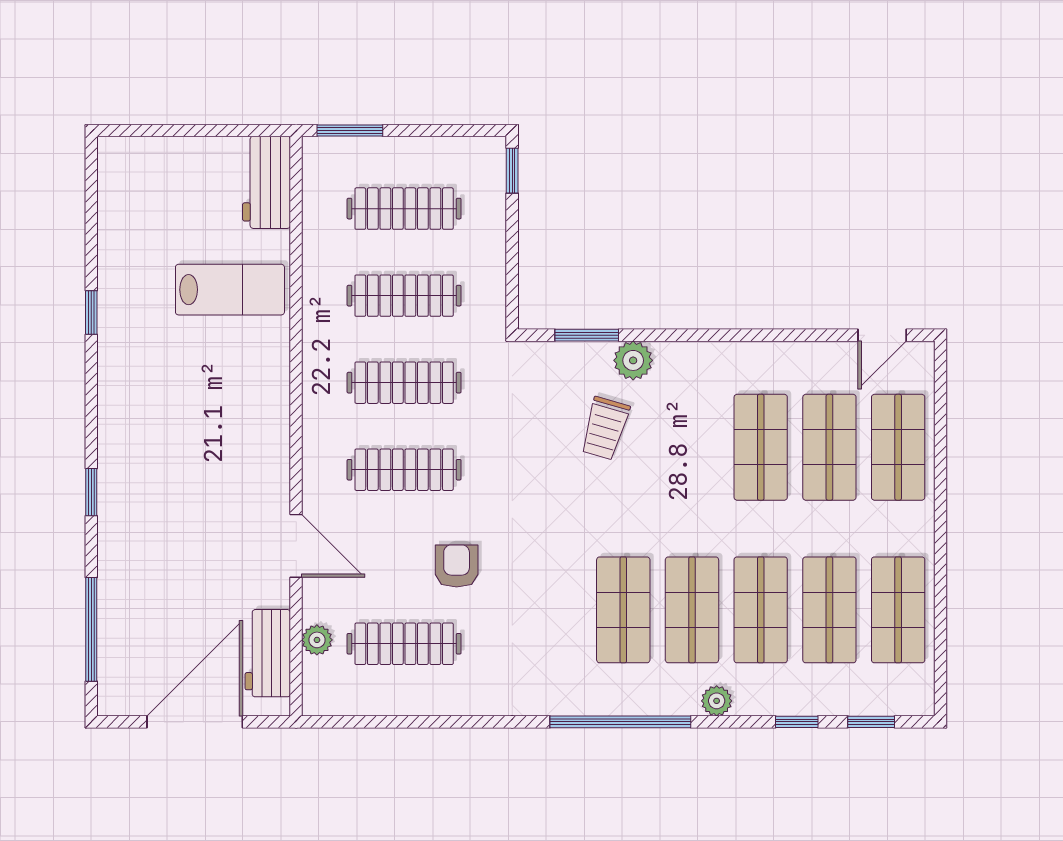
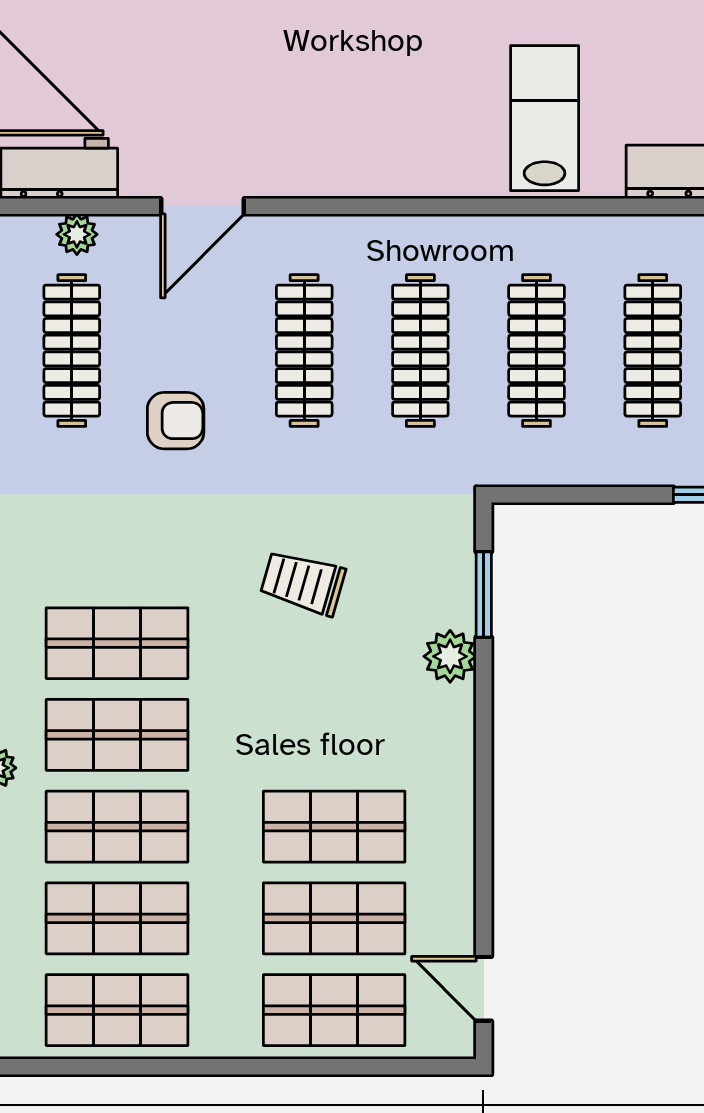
lab bench: (230, 290) -> (545, 118), turned 180
trolley: (605, 428) -> (303, 583), moved

